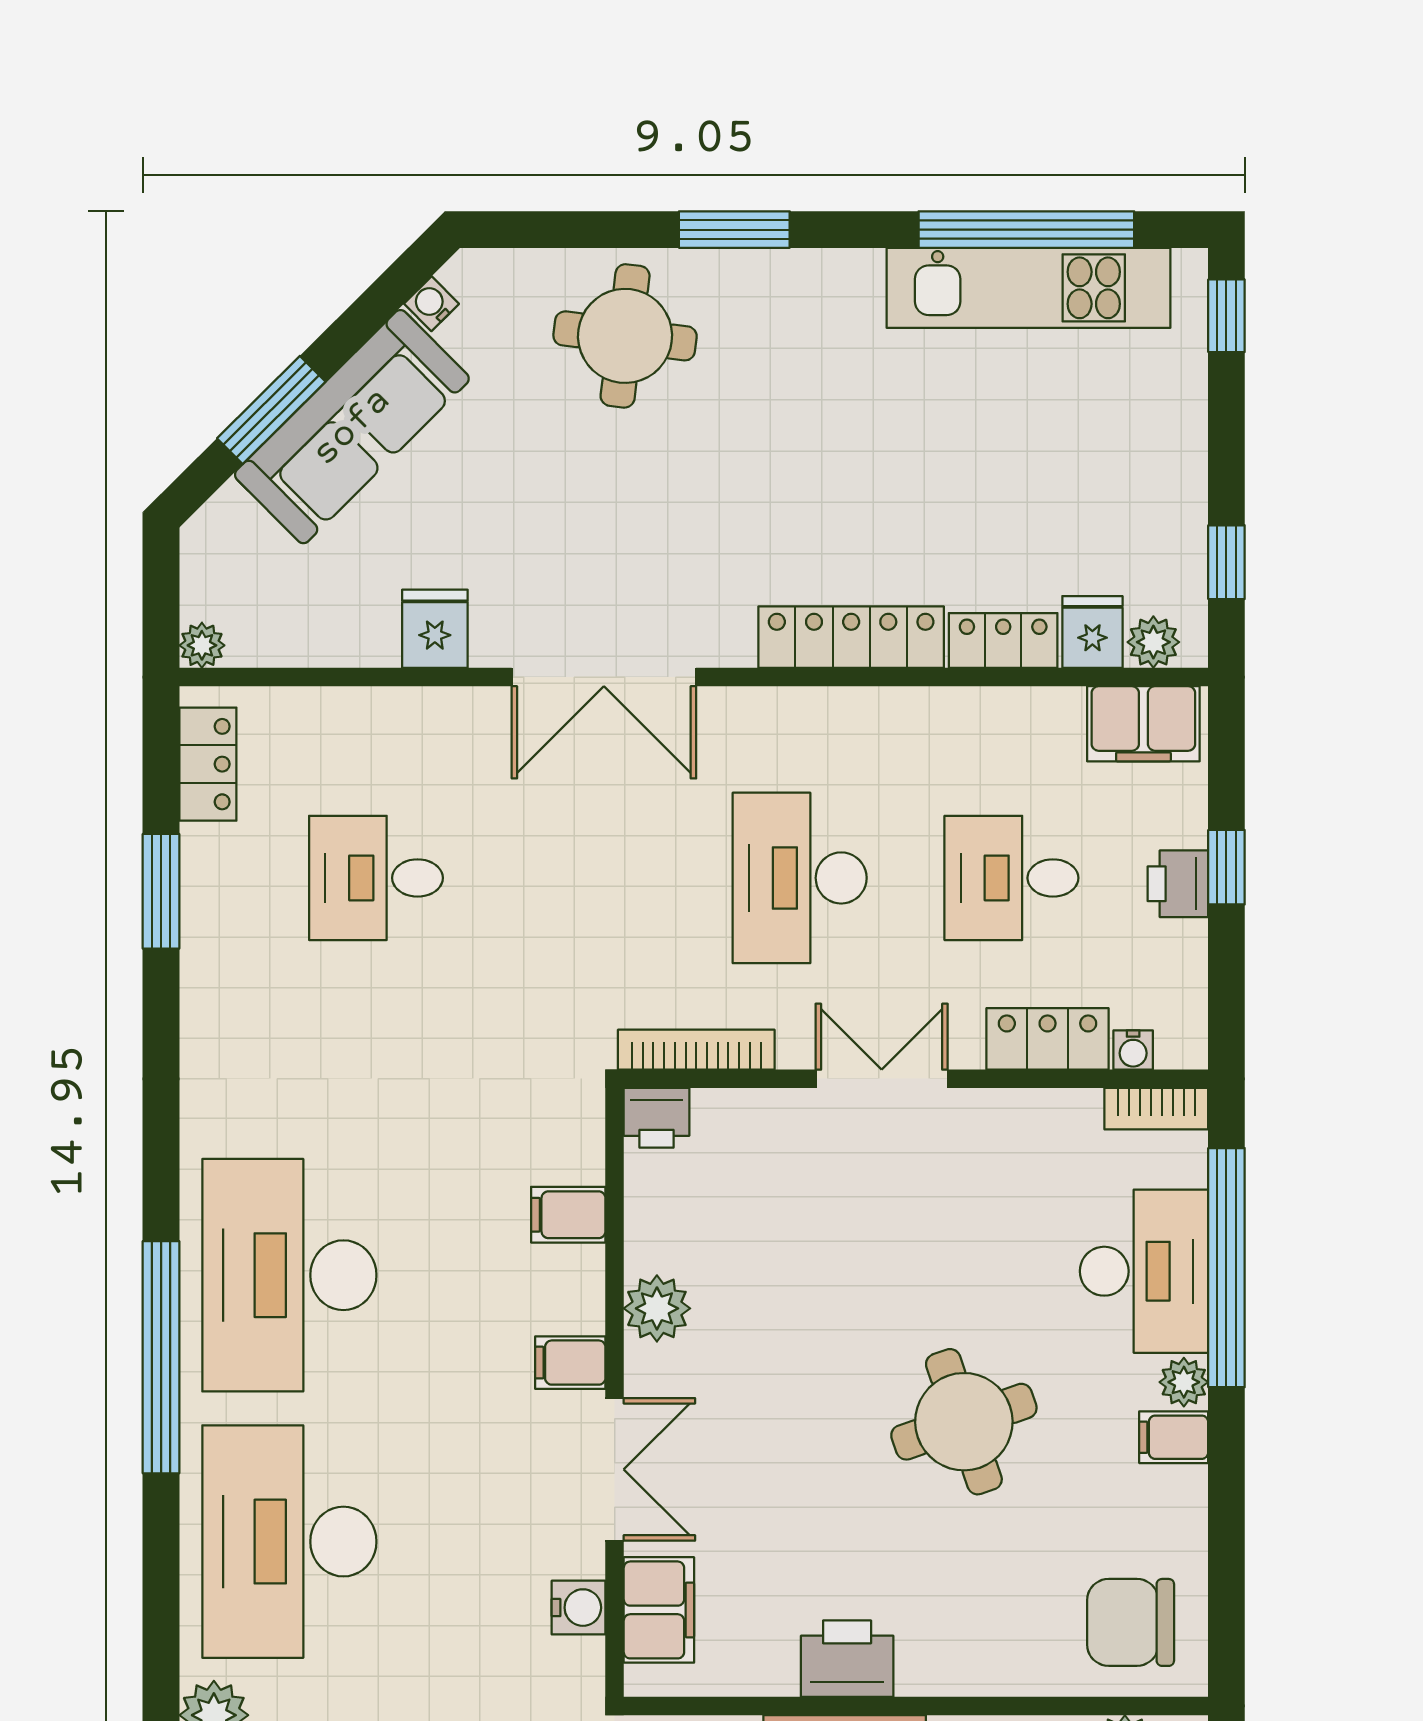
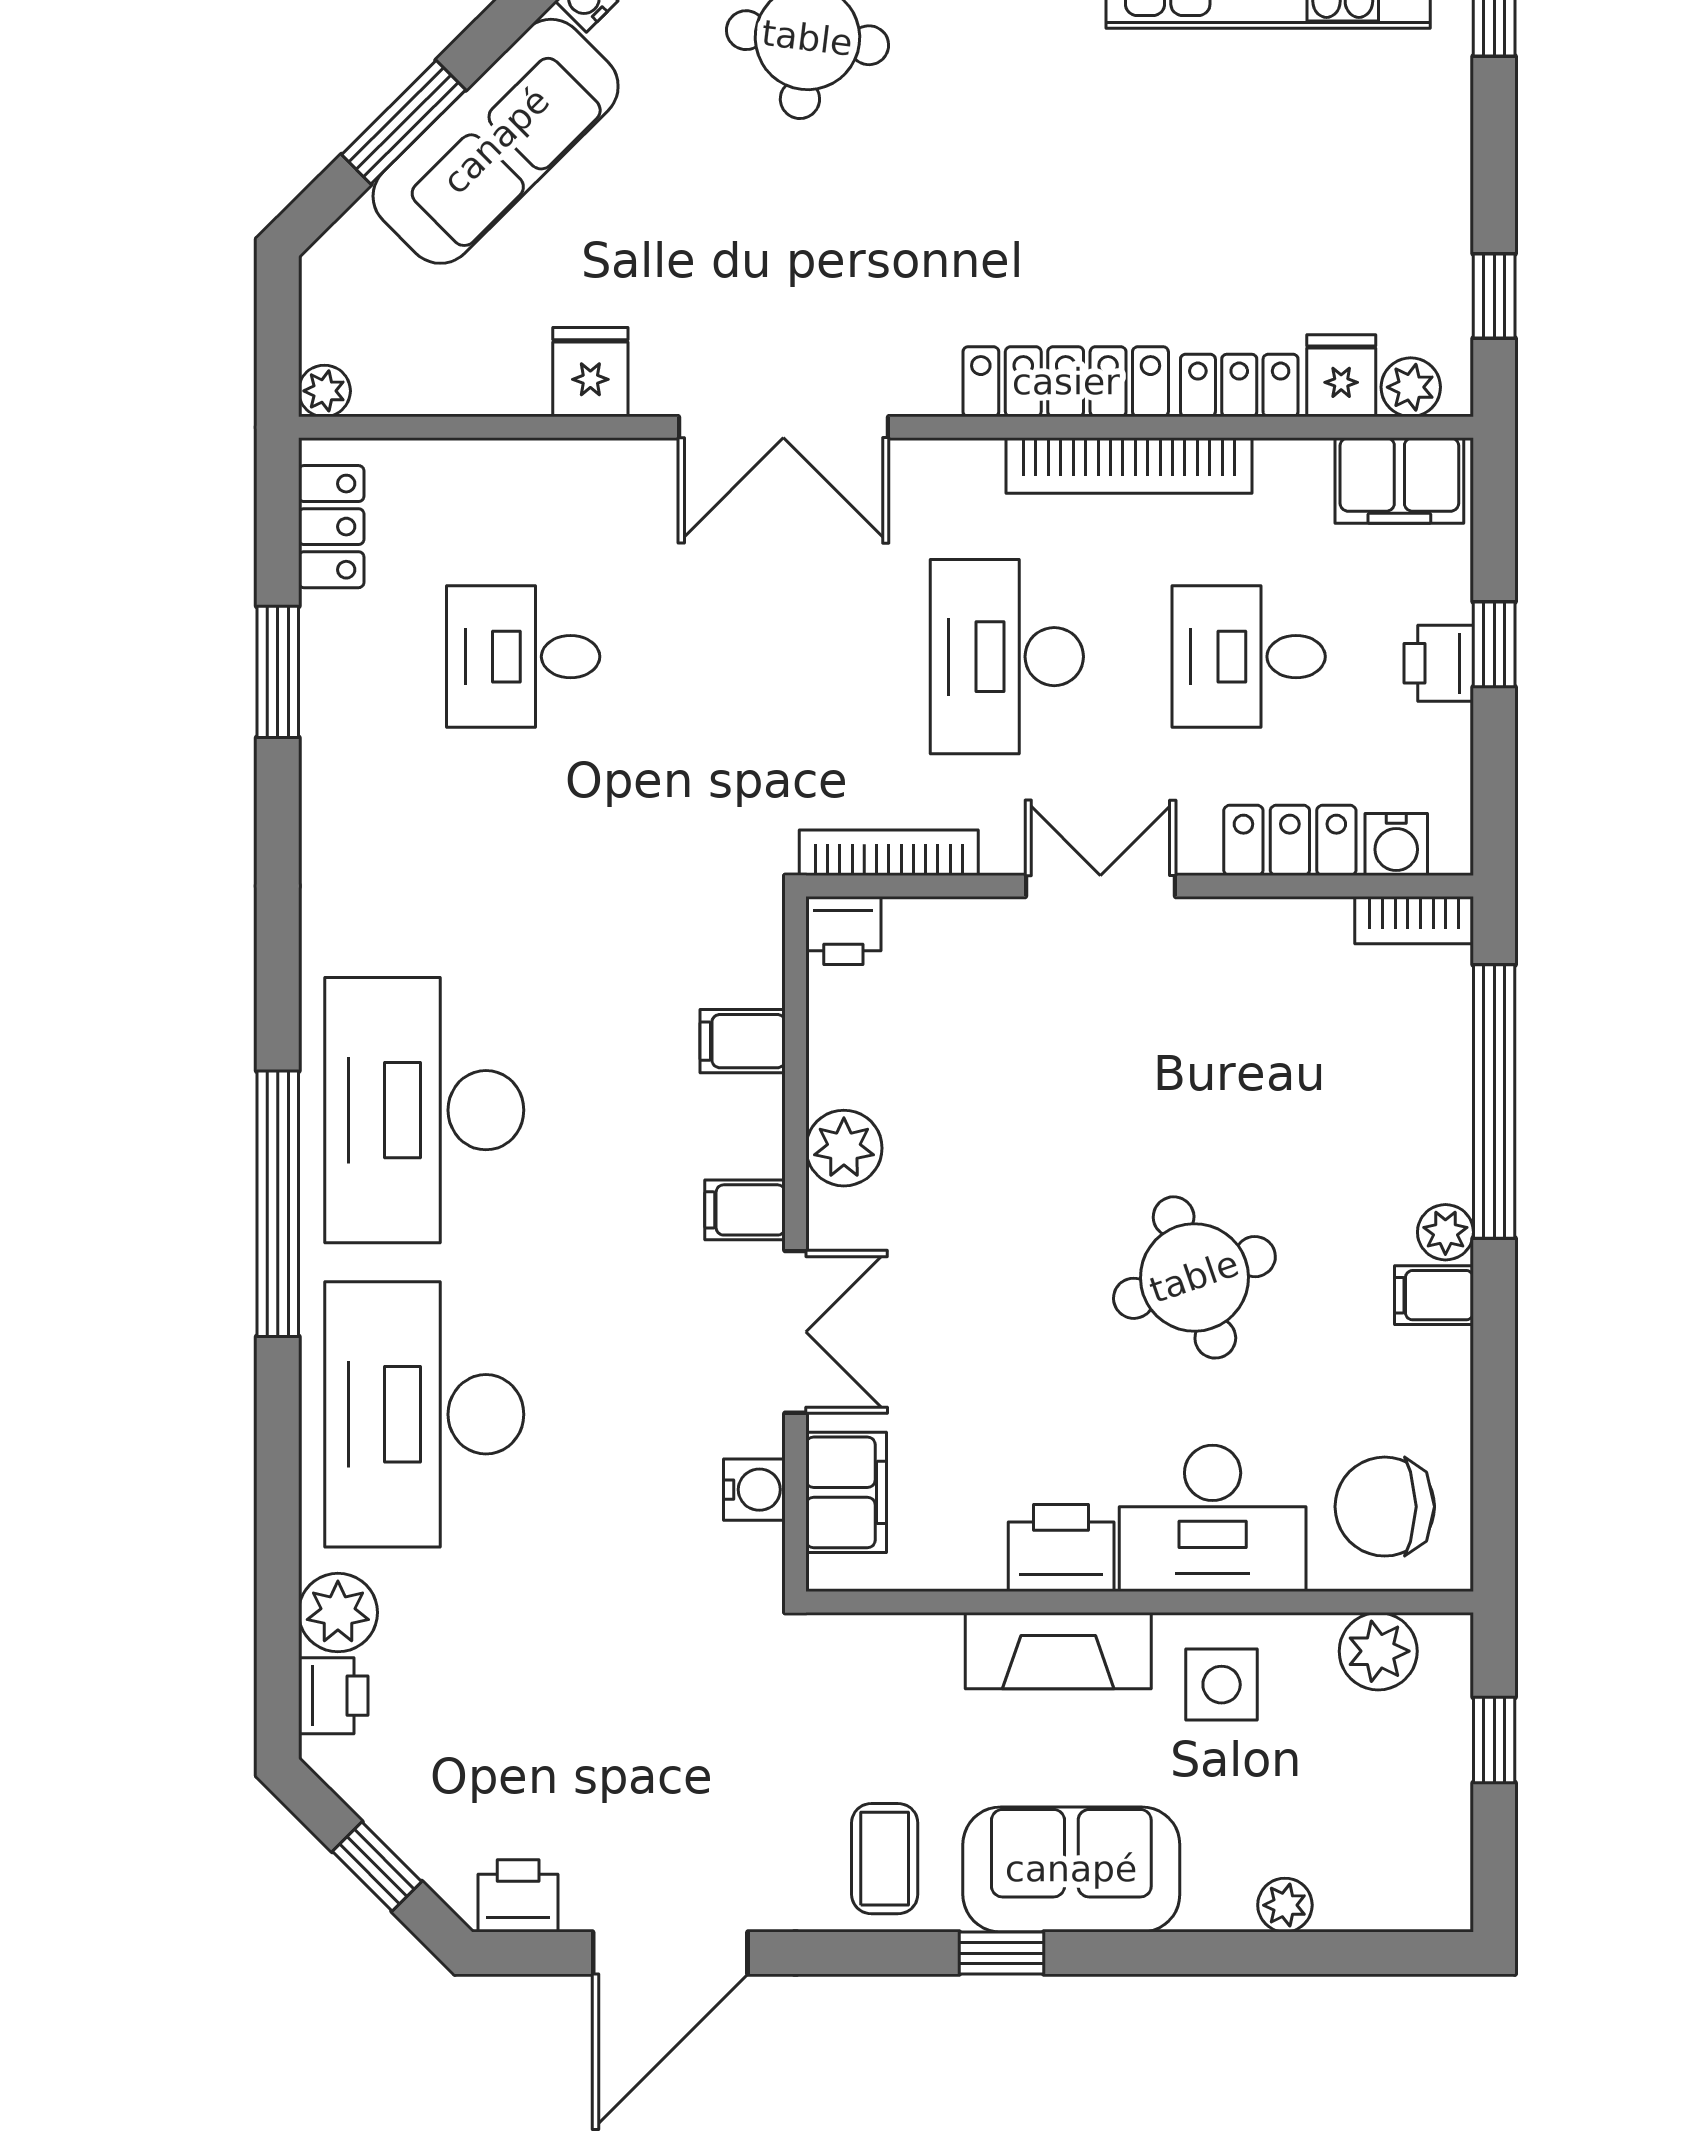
bookcase: (907, 711) -> (1129, 466), added
water cooler: (1133, 1050) -> (1396, 844), width x1.38, depth x1.38
desk: (1144, 1271) -> (1213, 1518), moved, turned 90

